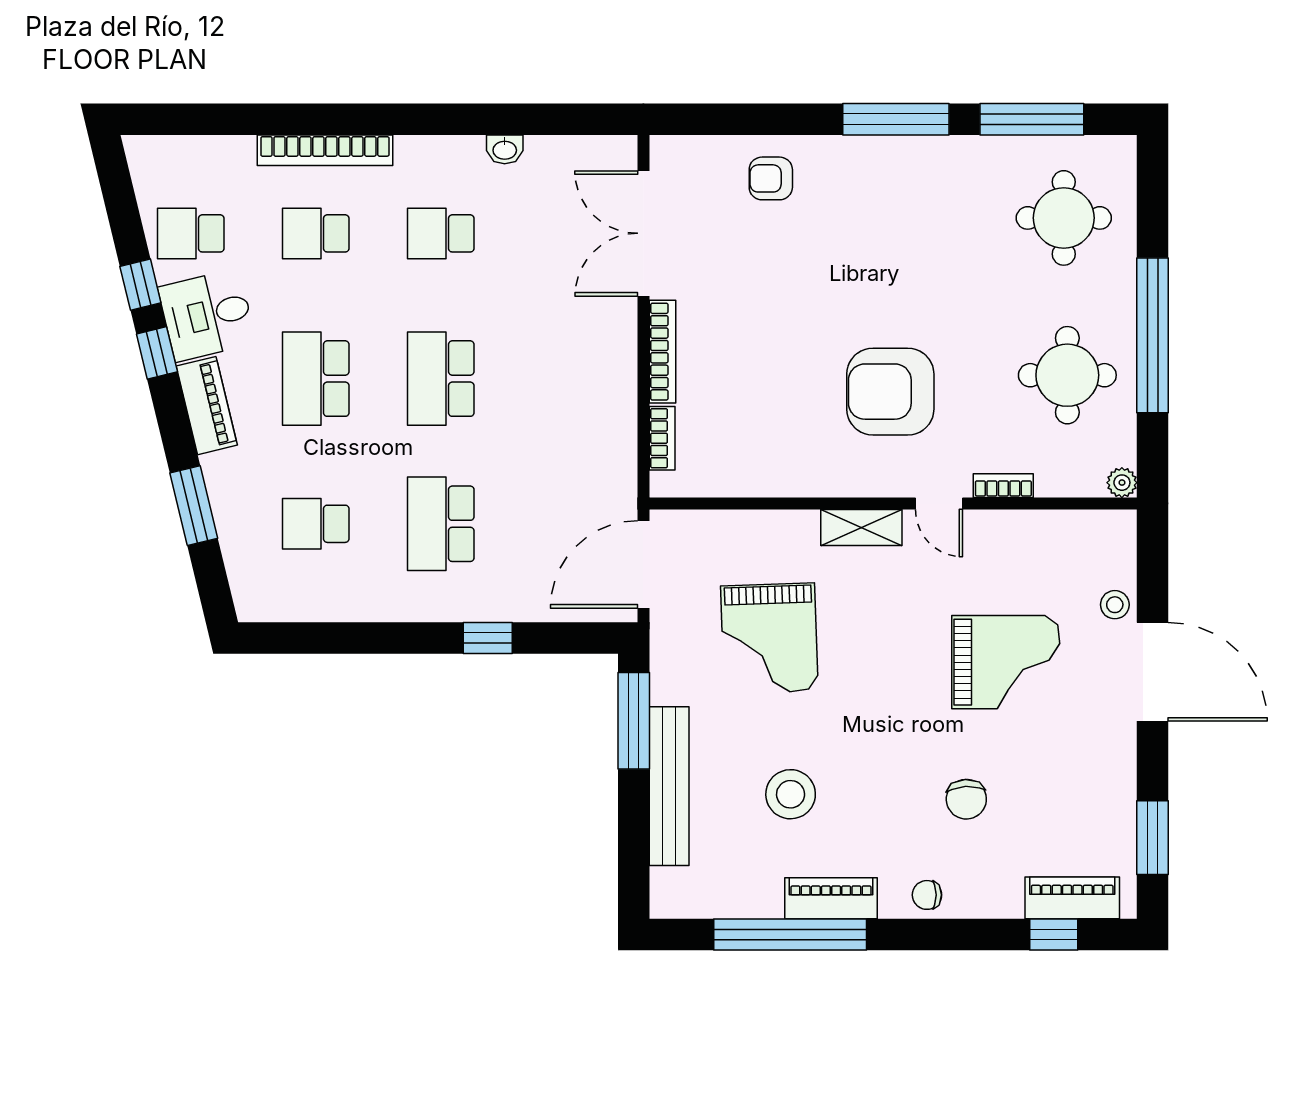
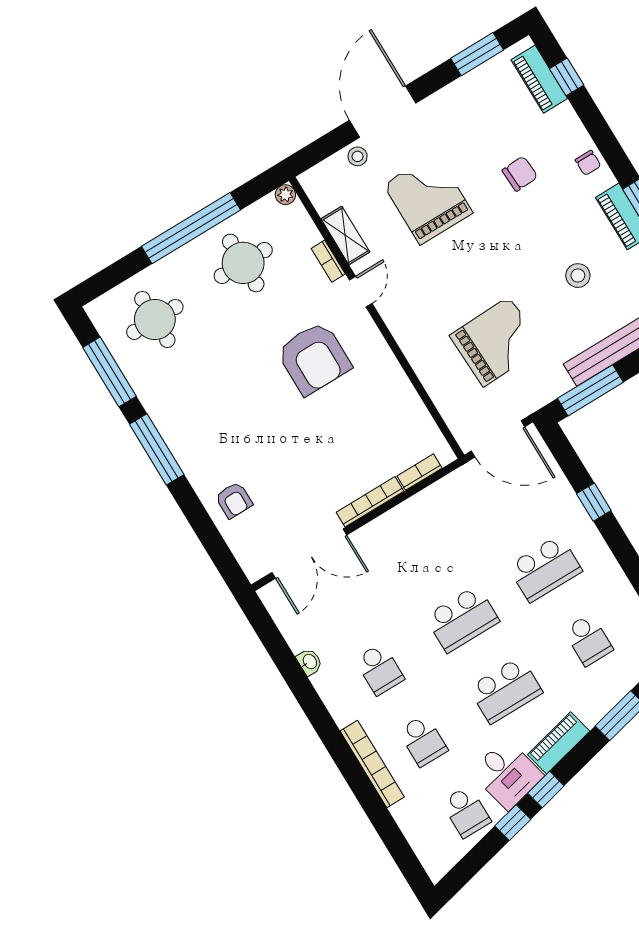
shelving: (861, 528) -> (345, 235), moved
stool: (791, 794) -> (578, 276), width x0.73, depth x0.73

